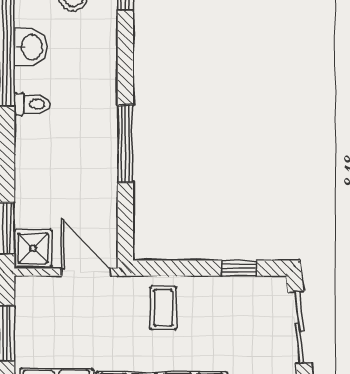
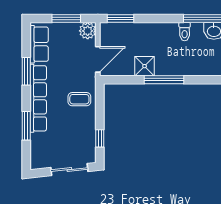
shower: (33, 248) -> (145, 66), moved
plant: (31, 292) -> (88, 31), added

